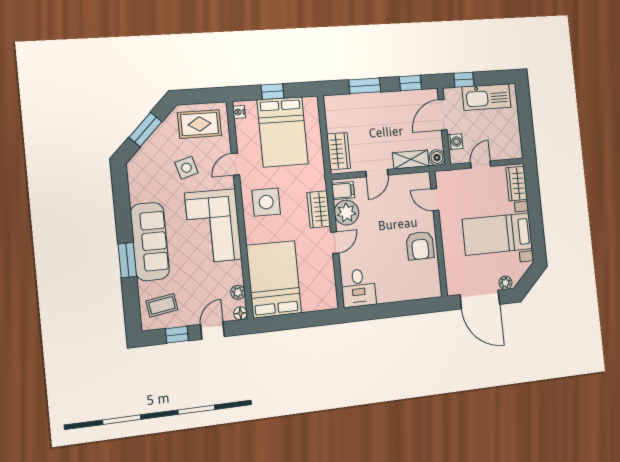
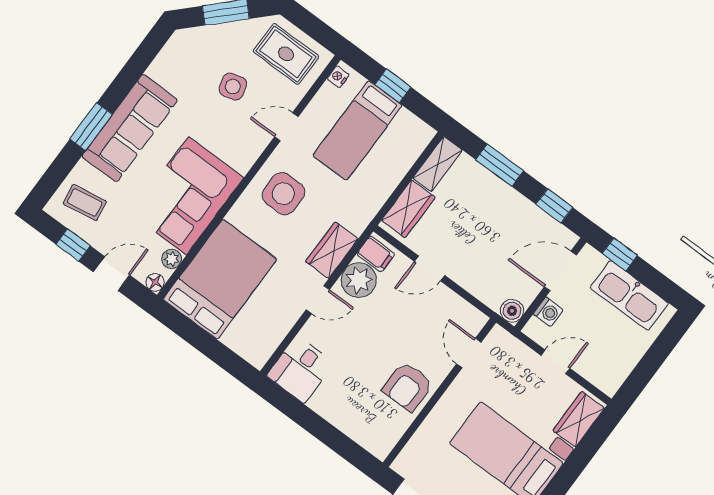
bed: (283, 132) -> (357, 130), width x0.67
shelving: (411, 159) -> (438, 164), moved, turned 90
corner sofa: (213, 226) -> (187, 196), moved

